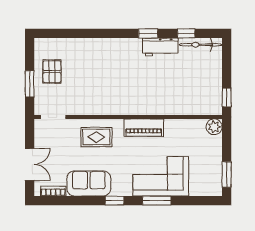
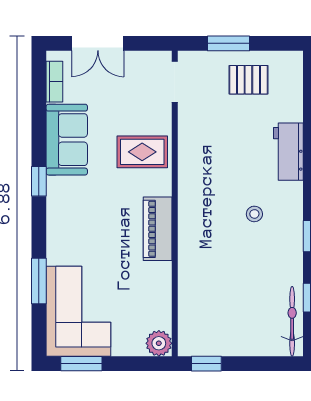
workbench: (160, 47) -> (288, 152), moved
stool: (135, 68) -> (254, 214), added
rug: (96, 137) -> (142, 152), turned 90
corner sofa: (161, 176) -> (78, 311), moved
window: (157, 201) -> (39, 281), moved

